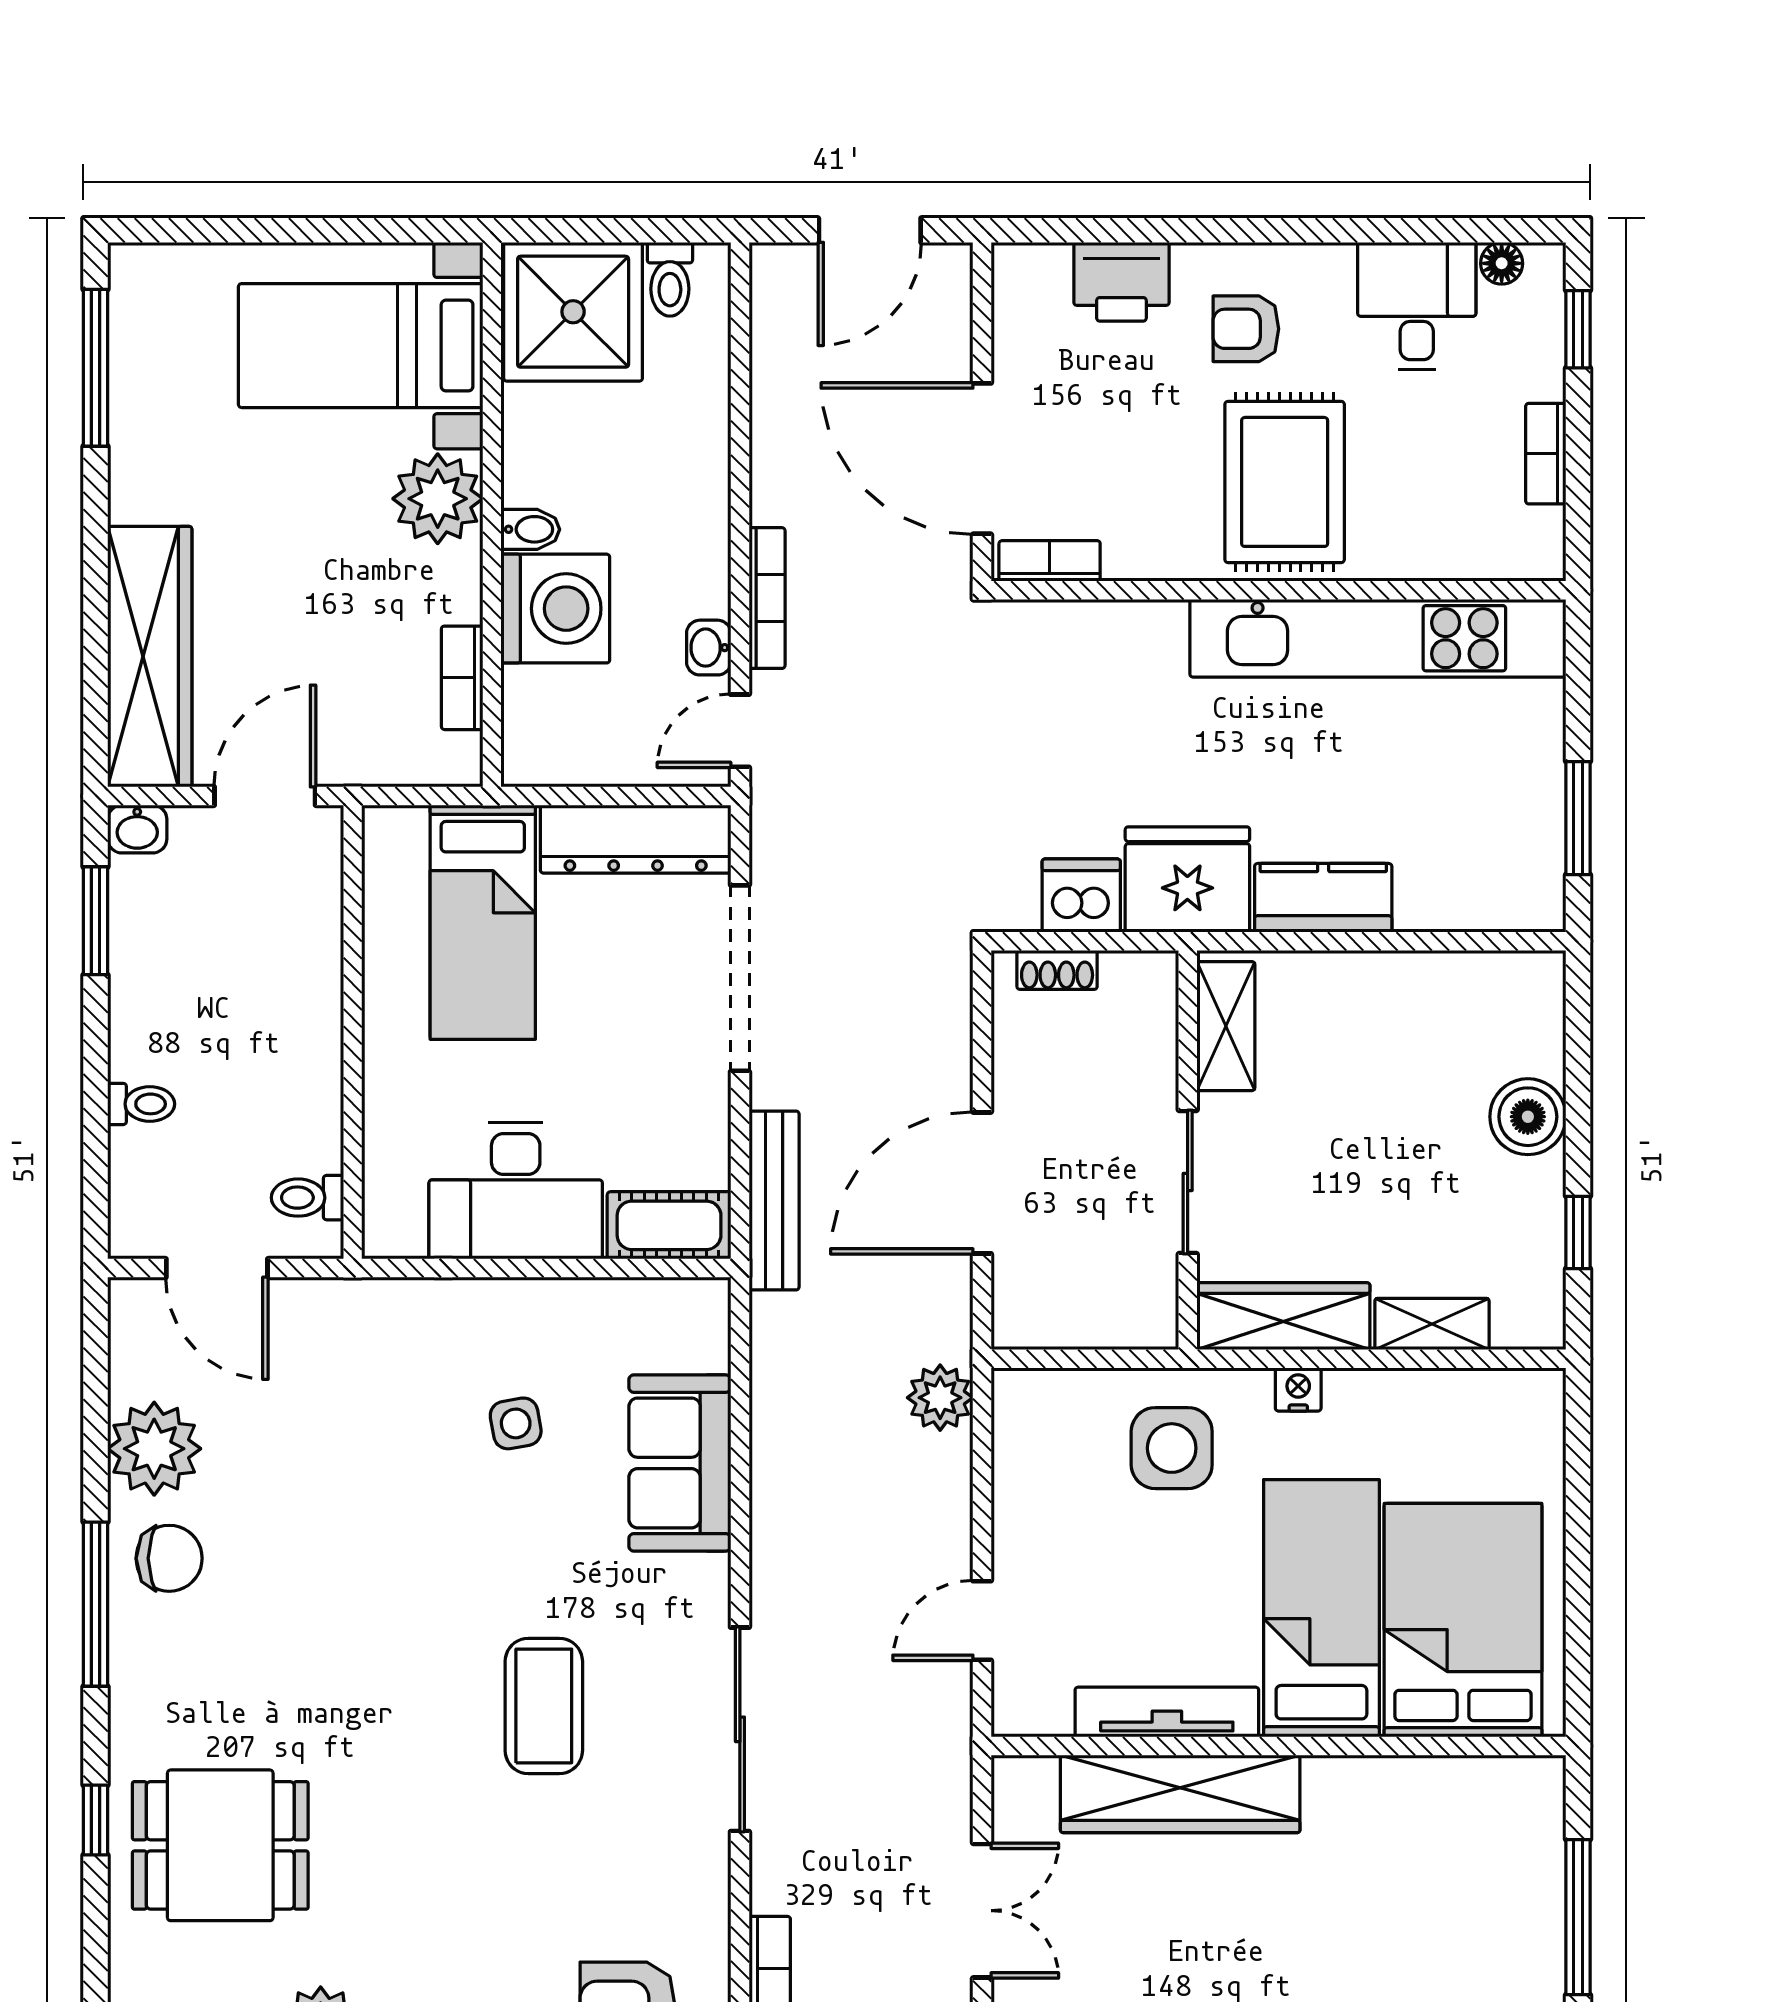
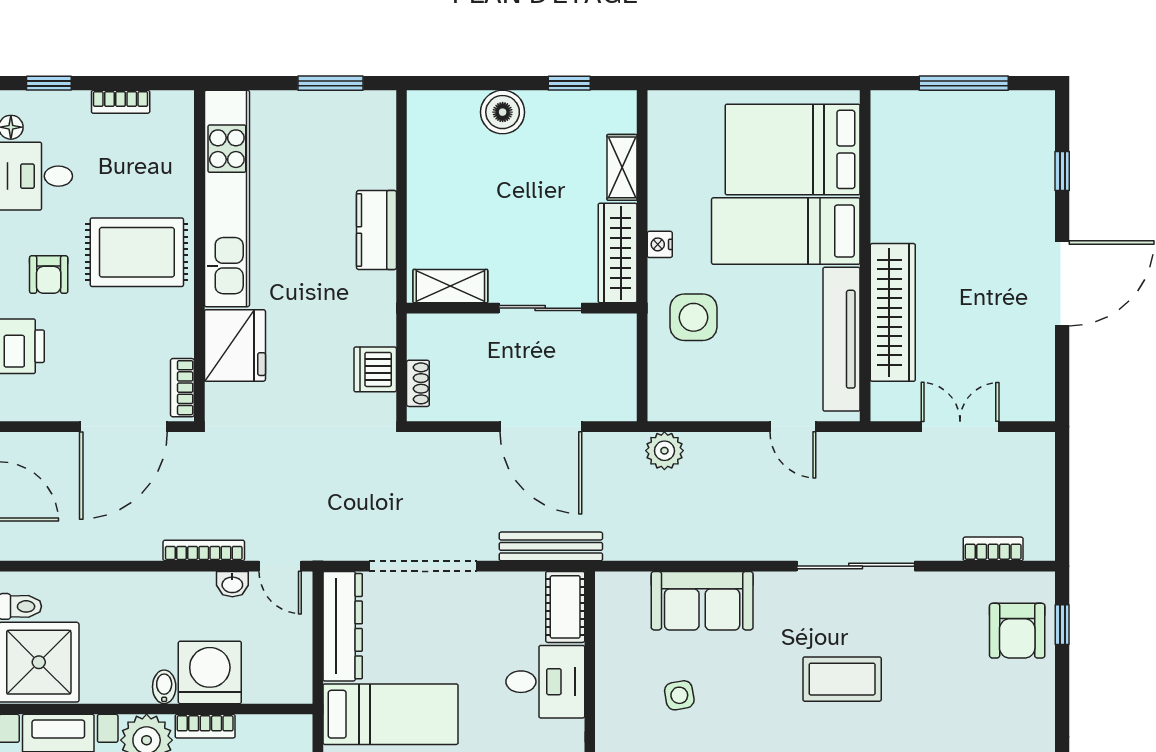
bookcase: (462, 678) -> (205, 726), moved
fridge: (1187, 879) -> (235, 345), moved, turned 180
desk: (516, 1191) -> (545, 682), width x0.73
tv unit: (1167, 1712) -> (842, 339), width x1.36, depth x1.29

